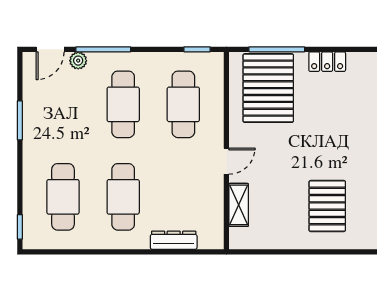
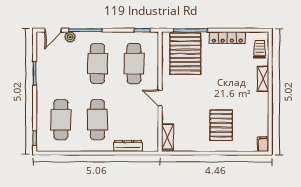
locker: (327, 62) -> (227, 38), width x1.53
door: (226, 161) -> (160, 98), swing flipped
shelving: (239, 205) -> (167, 137), moved

